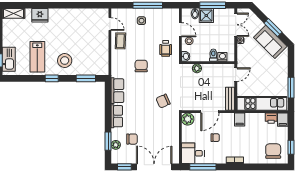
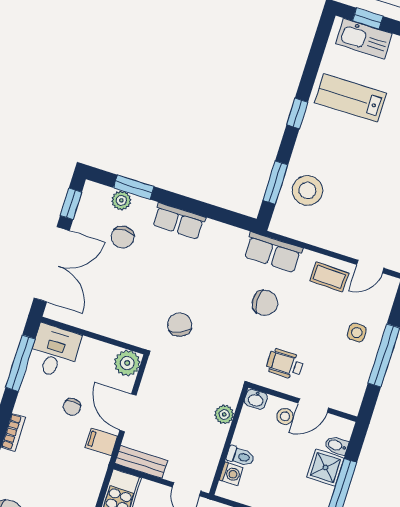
stool: (65, 61) -> (307, 190), moved
row of seats: (117, 91) -> (273, 252), moved
filing cabinet: (240, 120) -> (101, 442), moved

